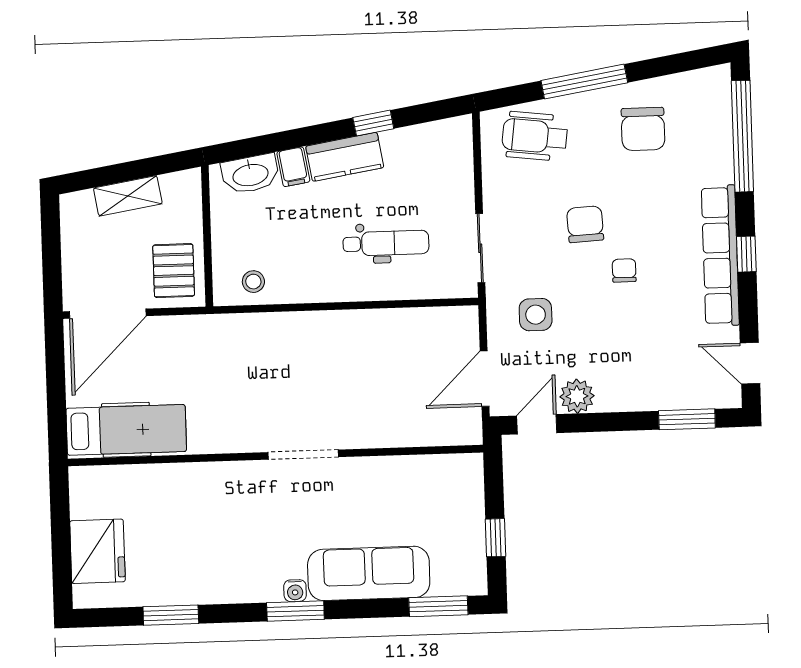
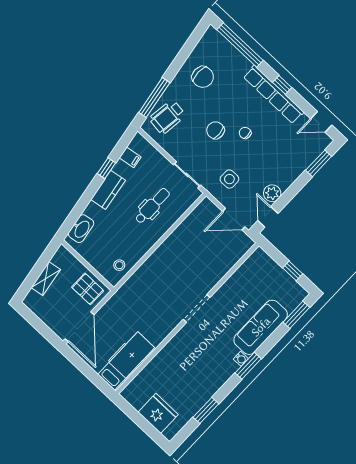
window: (584, 82) -> (154, 98), moved
filing cabinet: (293, 167) -> (130, 157), moved
door: (485, 379) -> (234, 219), hinge flipped

